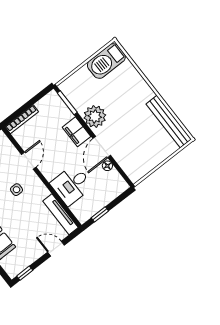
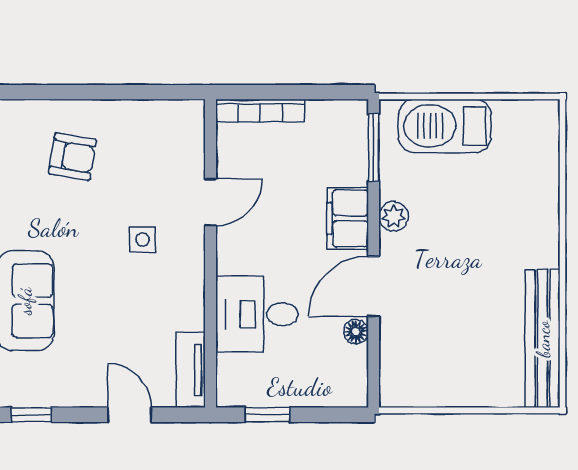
barbecue: (106, 61) -> (445, 126), moved
plant: (95, 116) -> (394, 216), width x0.53, depth x0.53
tv unit: (60, 214) -> (191, 370), width x0.71

